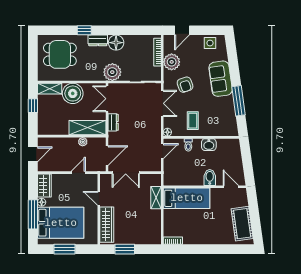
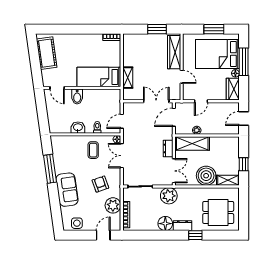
double door: (162, 103) -> (122, 156), moved

